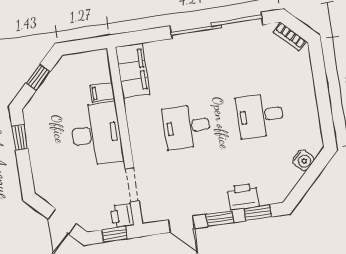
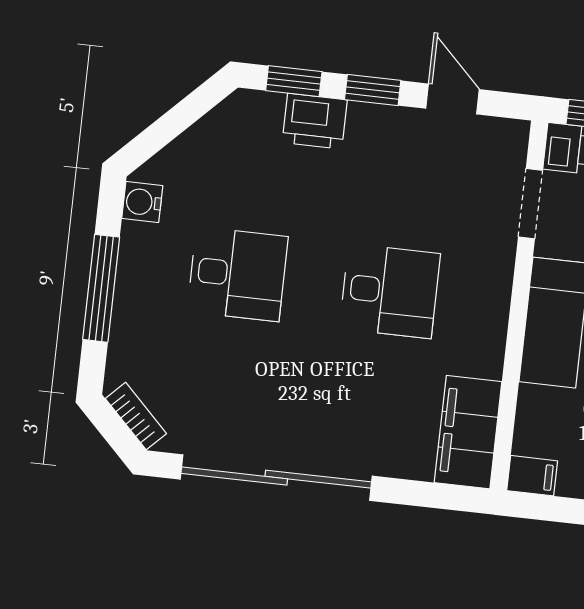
filing cabinet: (102, 92) -> (532, 476), moved
window: (322, 92) -> (101, 288), added
water cooler: (303, 160) -> (142, 202), moved, turned -45

